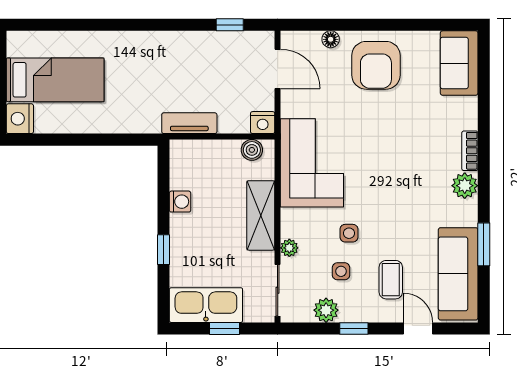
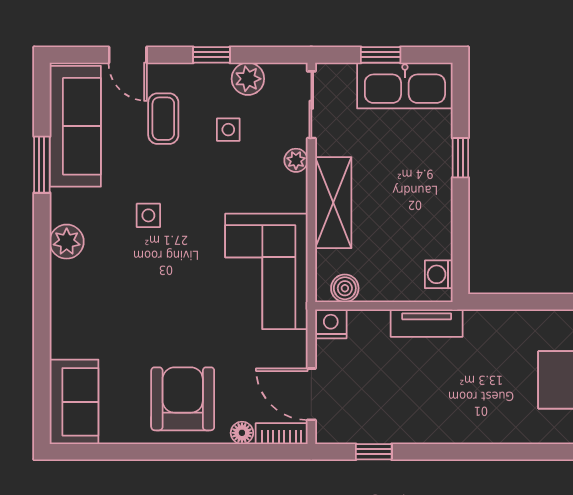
bookcase: (470, 151) -> (282, 434), moved, turned -90
washing machine: (180, 202) -> (439, 274), moved
side table: (349, 233) -> (148, 215), moved

